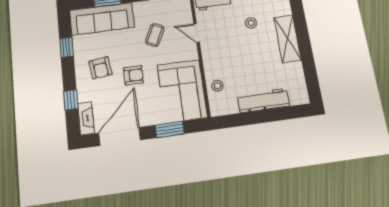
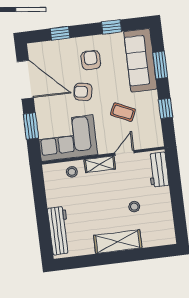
shelving: (209, 57) -> (100, 164), added
armchair: (100, 68) -> (91, 60), turned 97
armchair: (133, 75) -> (83, 92), turned 100
workbench: (263, 100) -> (59, 231), moved
fireplace: (86, 118) -> (42, 48), removed

